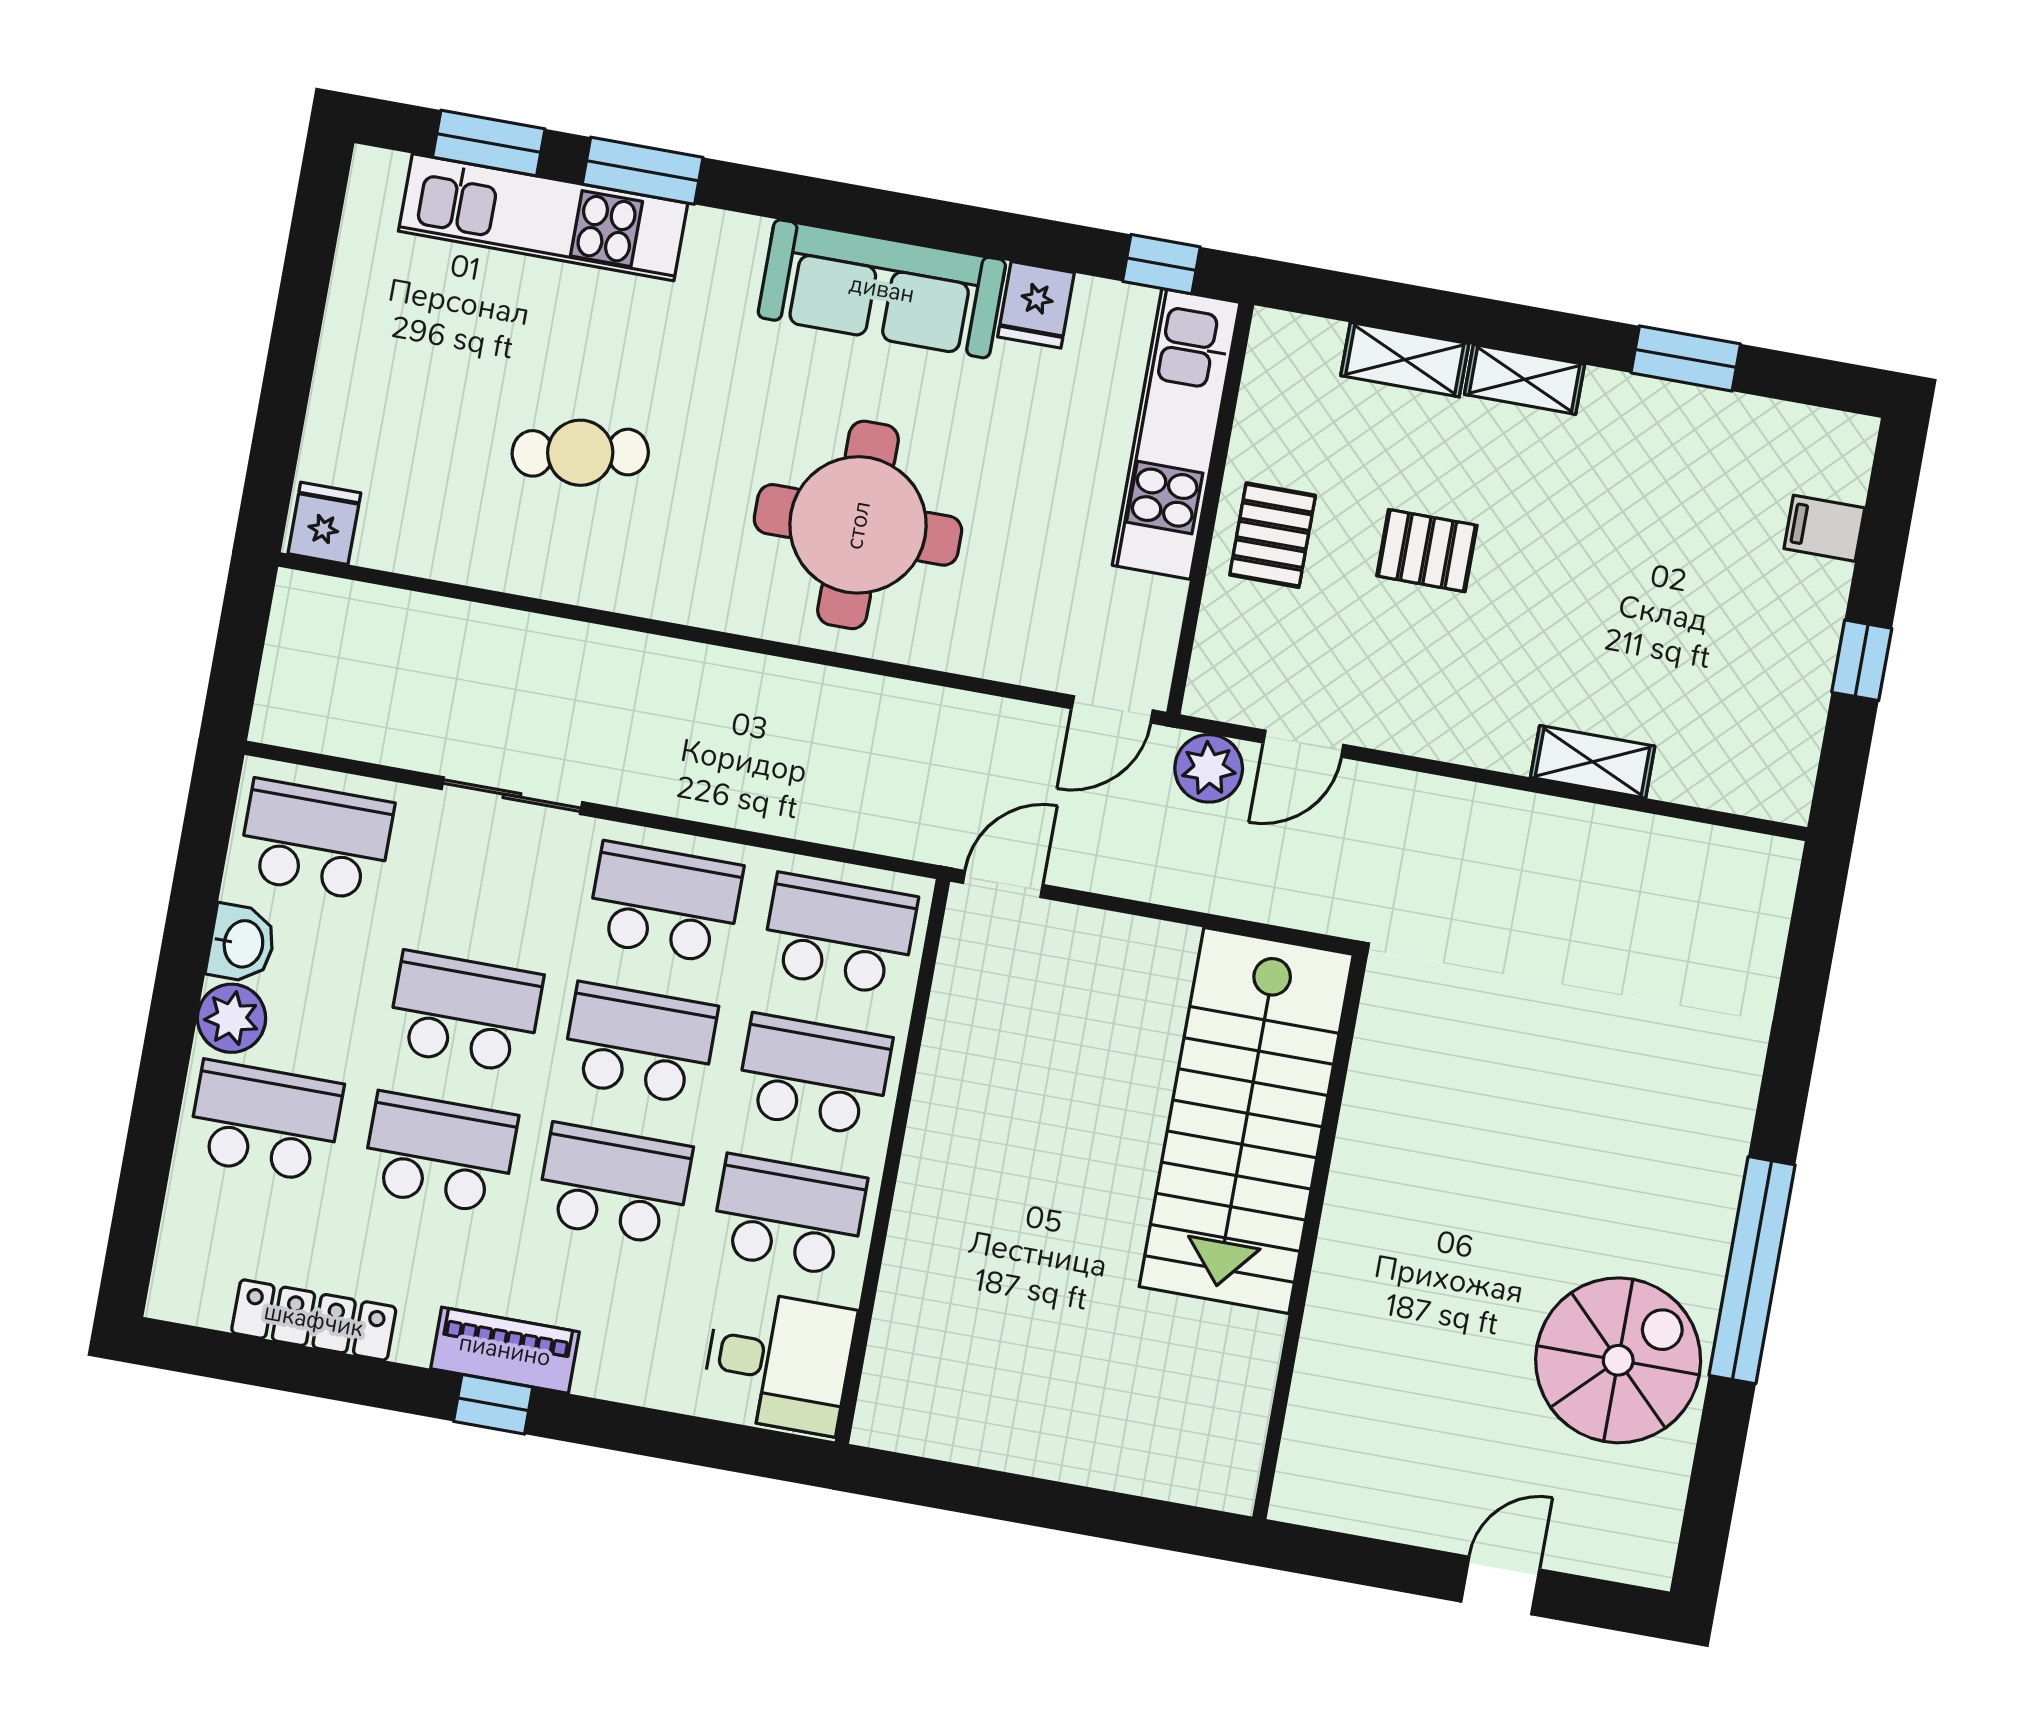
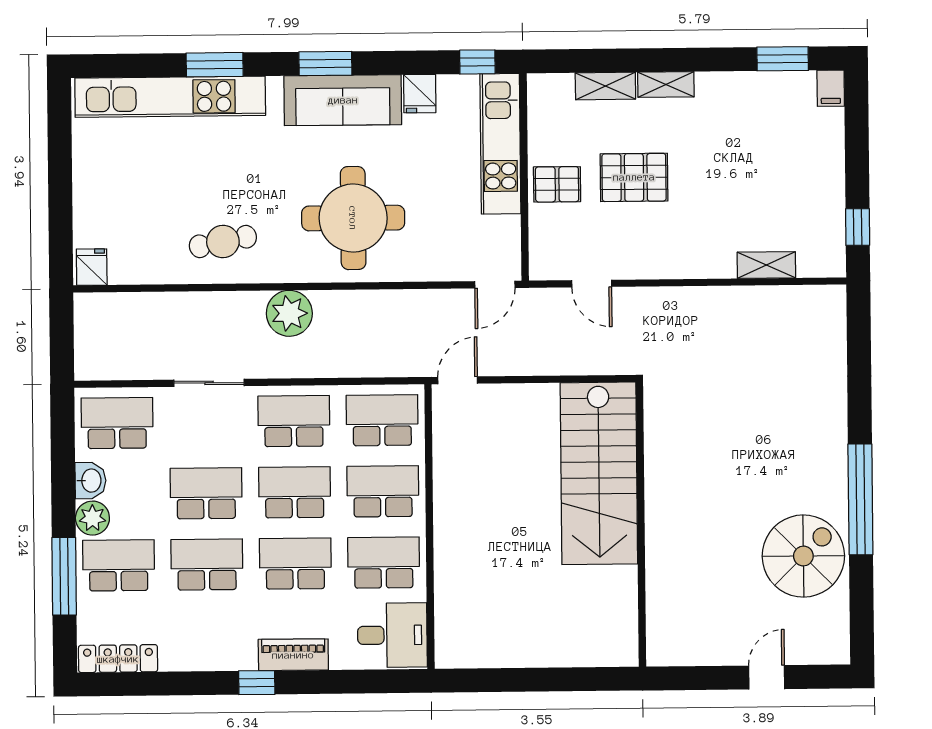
window: (489, 143) -> (325, 64), moved
kitchen unit: (543, 217) -> (170, 97), width x1.36
window: (1686, 358) -> (783, 59), moved
cafe table: (580, 453) -> (223, 242), moved
filing cabinet: (1824, 528) -> (831, 88), moved, turned -90
pallet: (1273, 535) -> (557, 184), turned 90
pallet: (1427, 551) -> (634, 177), width x1.50, depth x1.42
window: (1862, 660) -> (858, 227), moved
door: (1303, 744) -> (592, 284), hinge flipped
shelving: (1593, 762) -> (766, 265), moved
plant: (1209, 768) -> (289, 313), moved, width x1.36, depth x1.36
window: (154, 1122) -> (64, 576), added
locker: (314, 1320) -> (118, 659), moved
piano: (505, 1350) -> (293, 655), moved

